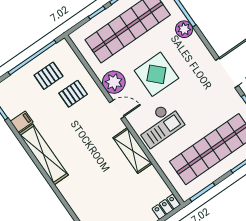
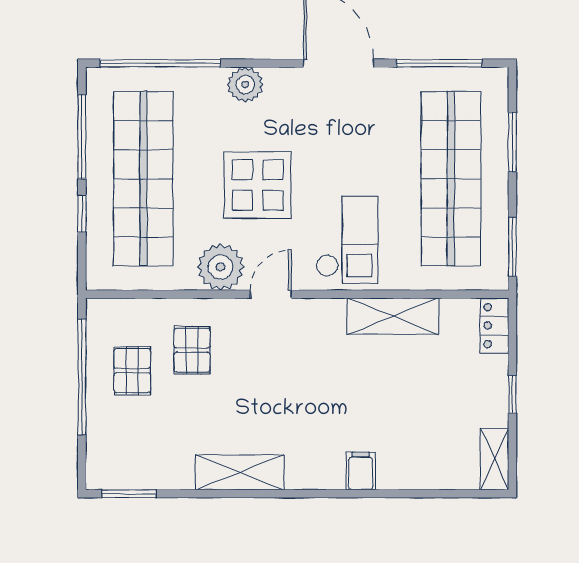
plant: (184, 29) -> (245, 85), moved
filing cabinet: (22, 122) -> (361, 471), moved
shelving: (133, 151) -> (393, 316), moved
shelving: (43, 154) -> (240, 472), width x0.68

